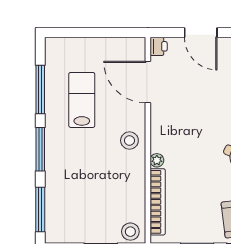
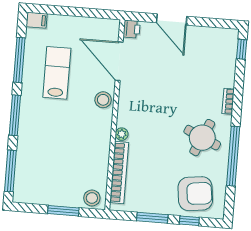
filing cabinet: (55, 45) -> (37, 20), added
stool: (129, 140) -> (103, 100), moved

